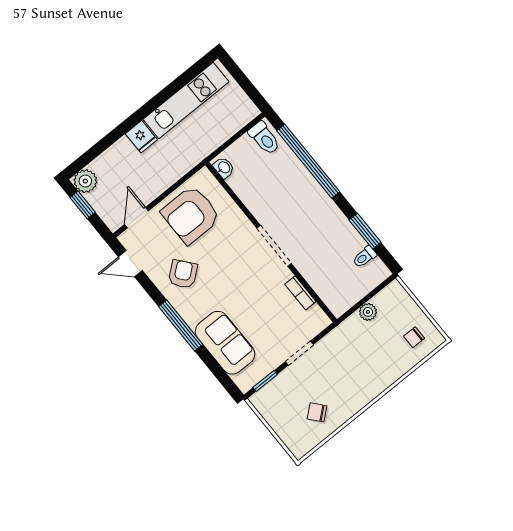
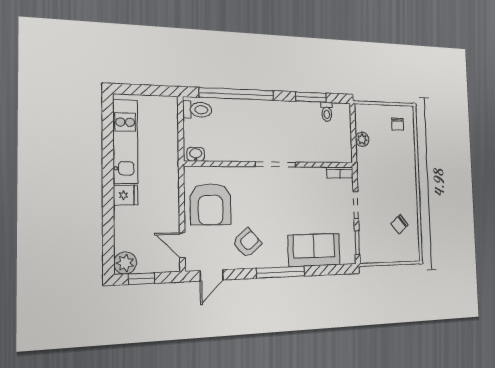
armchair: (183, 274) -> (247, 243), turned 88
bookcase: (300, 293) -> (340, 173), moved

